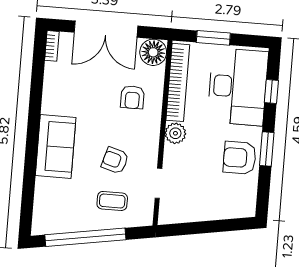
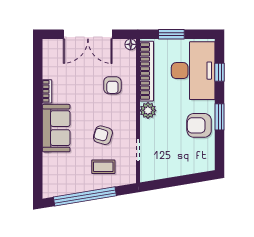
bookcase: (52, 46) -> (47, 91), moved
floor lamp: (153, 52) -> (131, 44), width x0.53, depth x0.53

